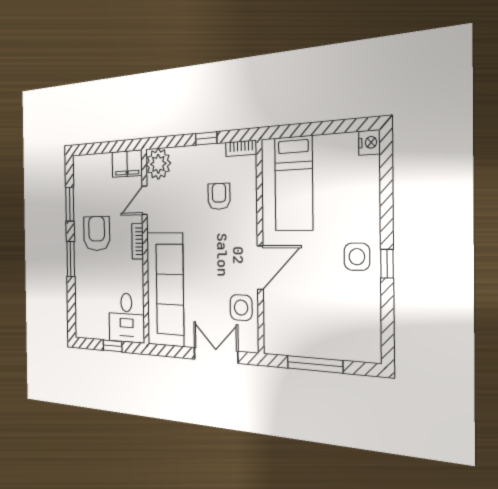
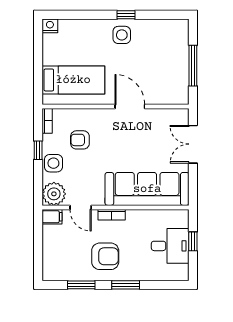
filing cabinet: (127, 164) -> (52, 217), width x0.50
armchair: (97, 234) -> (105, 256), turned 180
side table: (241, 308) -> (53, 163), moved
desk: (126, 318) -> (170, 246), moved

